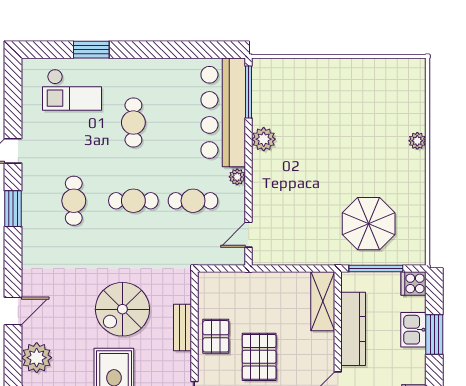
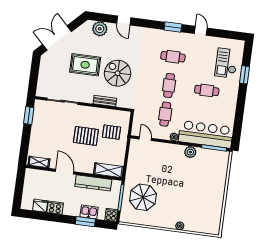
pallet: (216, 336) -> (112, 132), moved

